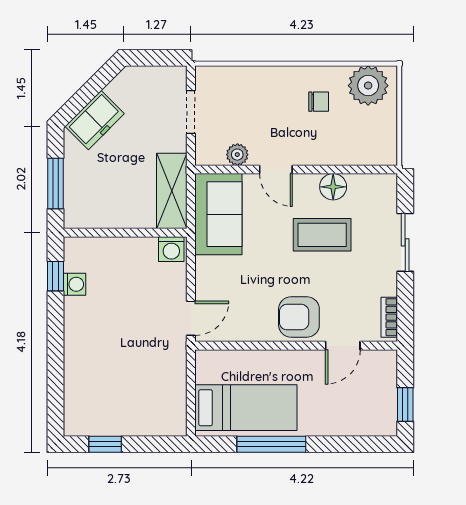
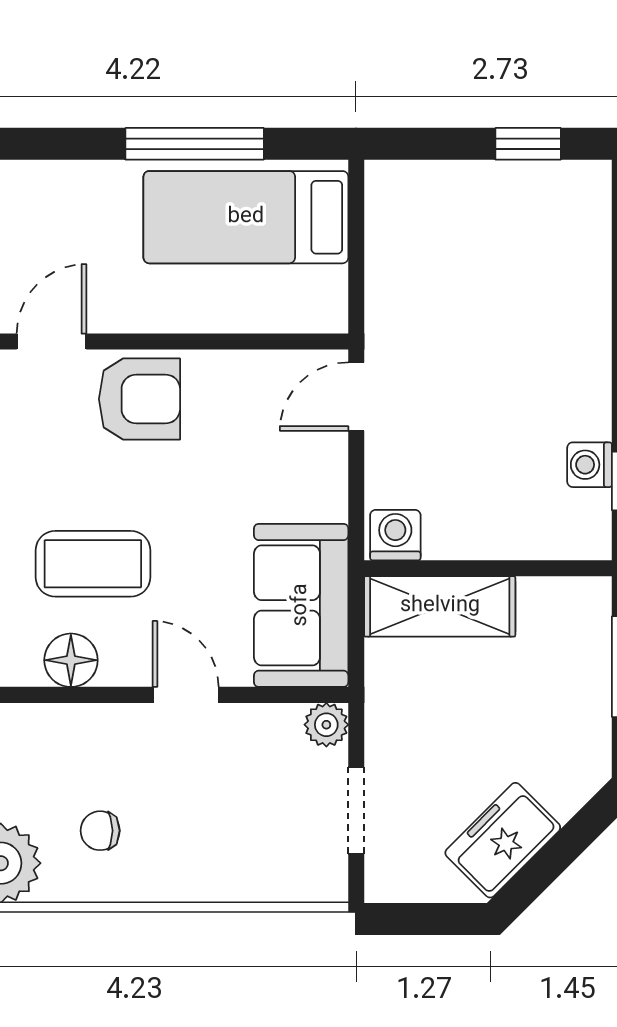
freezer: (95, 120) -> (503, 840), moved
plant: (237, 155) -> (326, 725), moved
shelving: (172, 191) -> (440, 606), moved, turned 90

